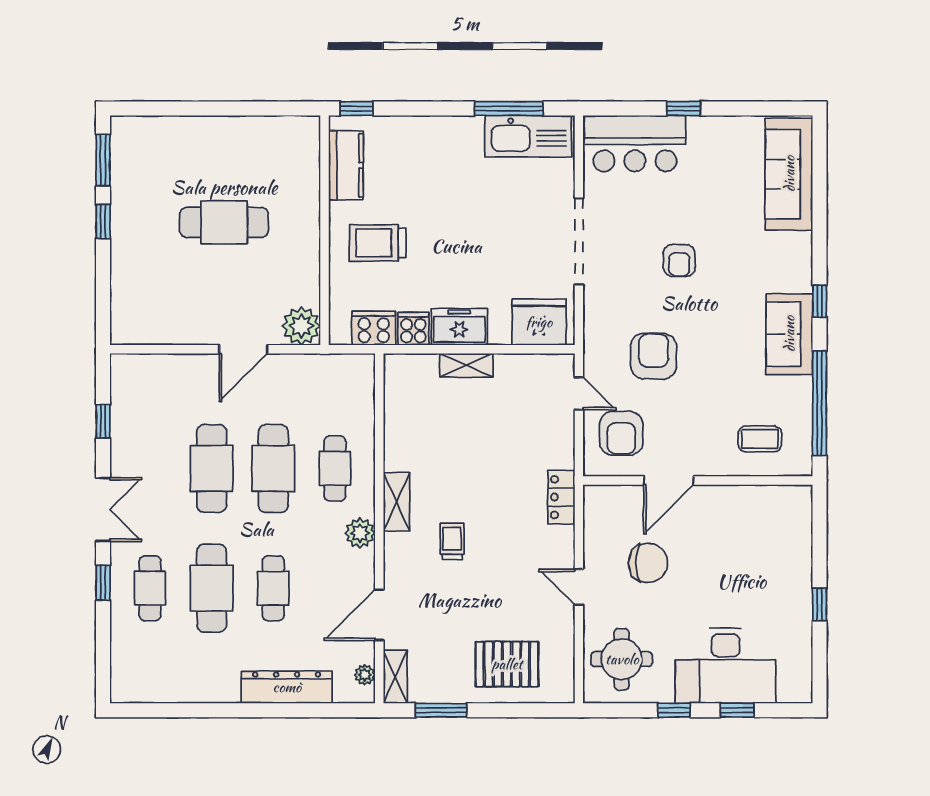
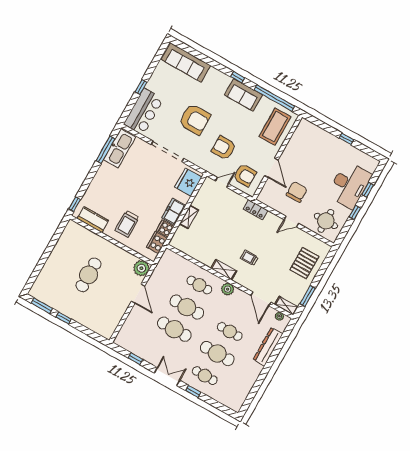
armchair: (679, 260) -> (195, 119), width x1.88, depth x1.88
coffee table: (760, 439) -> (275, 127), width x1.86, depth x1.72

